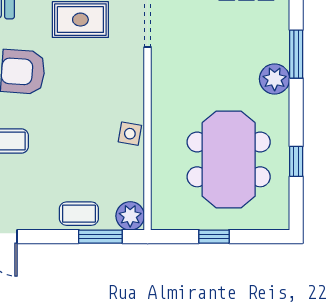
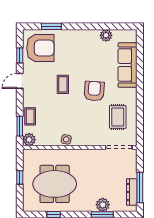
plant: (275, 79) -> (103, 205), moved

